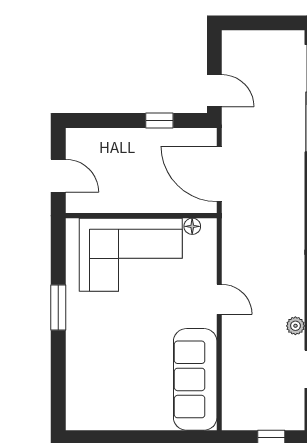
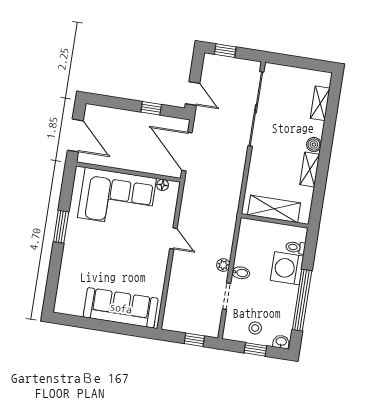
window: (251, 23) -> (225, 51), added
door: (58, 176) -> (75, 135), width x1.38
sofa: (195, 379) -> (121, 308), moved, turned 90

